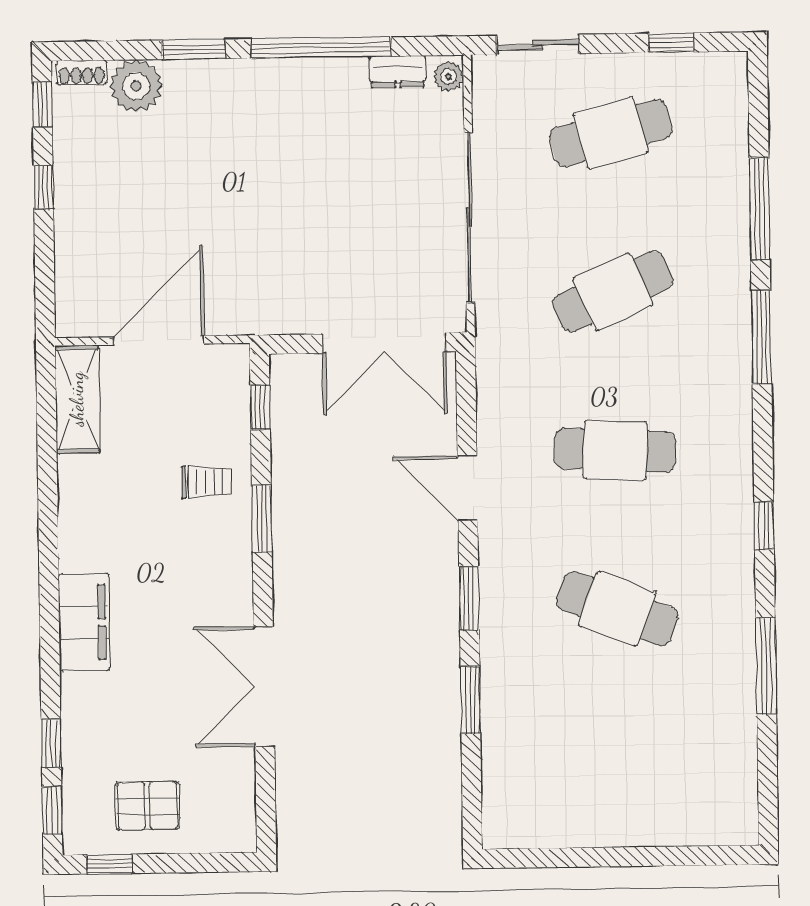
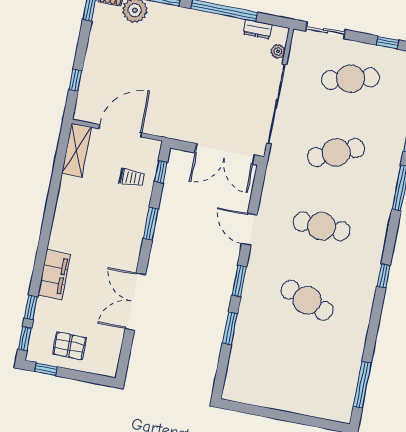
plant: (449, 77) -> (278, 51), moved
window: (43, 187) -> (75, 80), moved
trolley: (206, 482) -> (132, 178), moved
filing cabinet: (84, 622) -> (54, 275), moved
window: (766, 666) -> (362, 385), moved

